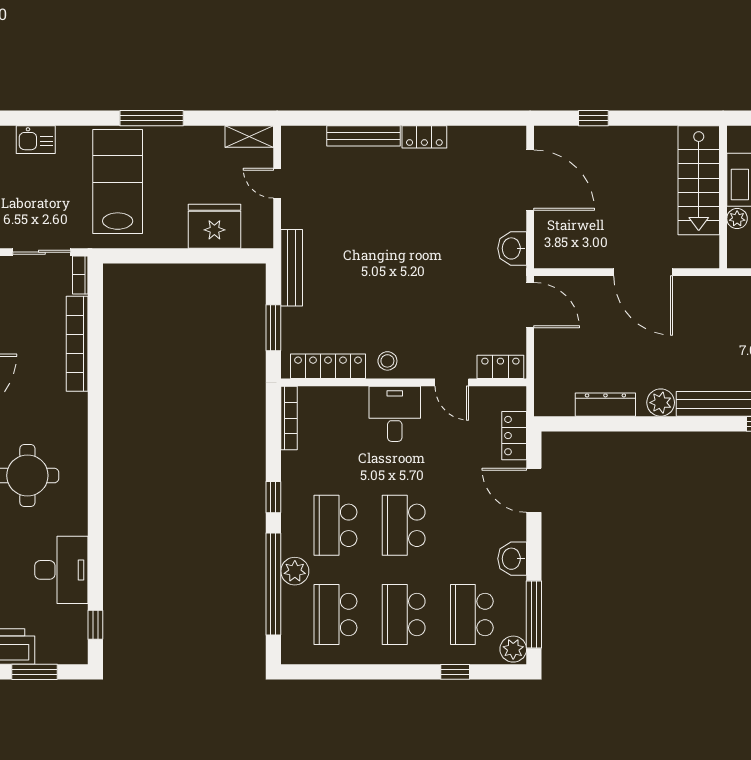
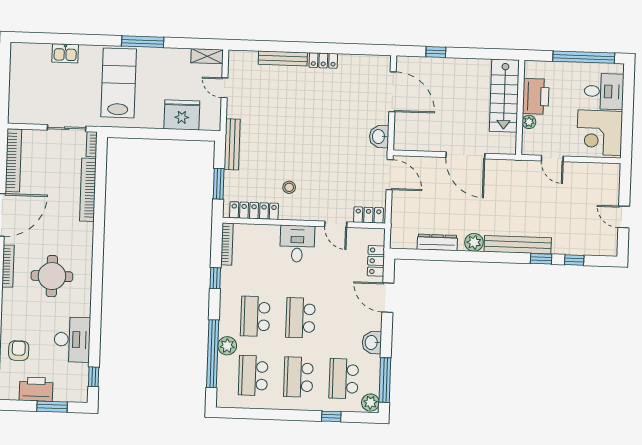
stool: (387, 361) -> (289, 187), moved
window: (273, 497) -> (215, 278), moved

